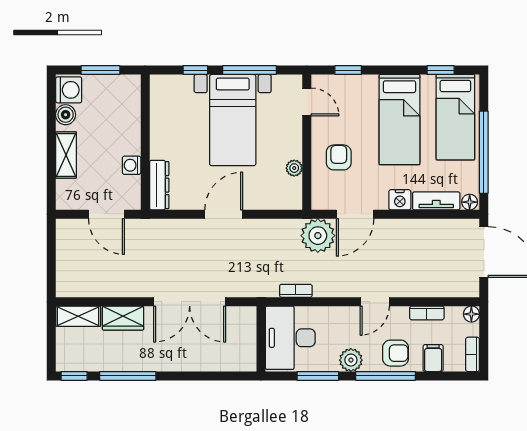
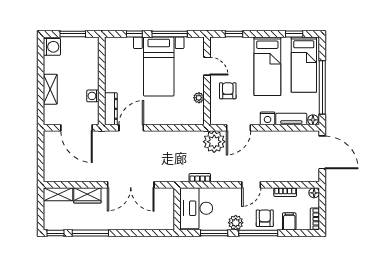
door: (307, 102) -> (207, 66), moved
boiler: (66, 115) -> (50, 63), removed
door: (106, 214) -> (77, 128), width x1.36
door: (224, 214) -> (131, 128), moved
armchair: (395, 353) -> (265, 218), turned -90

